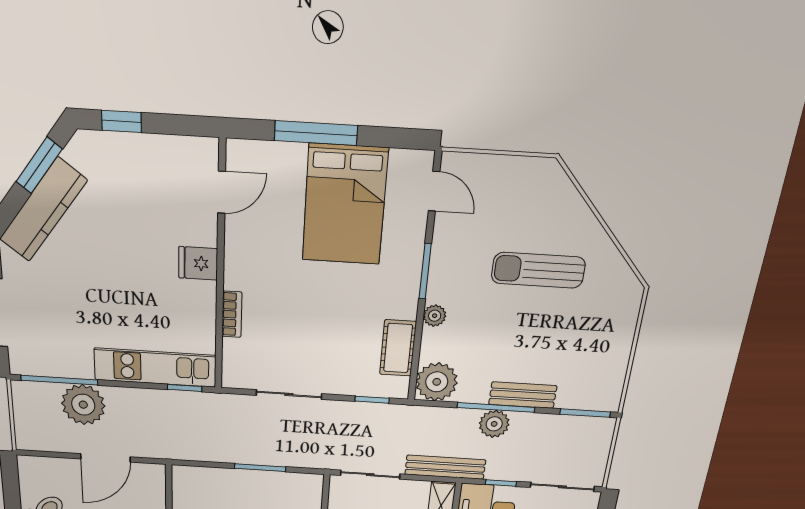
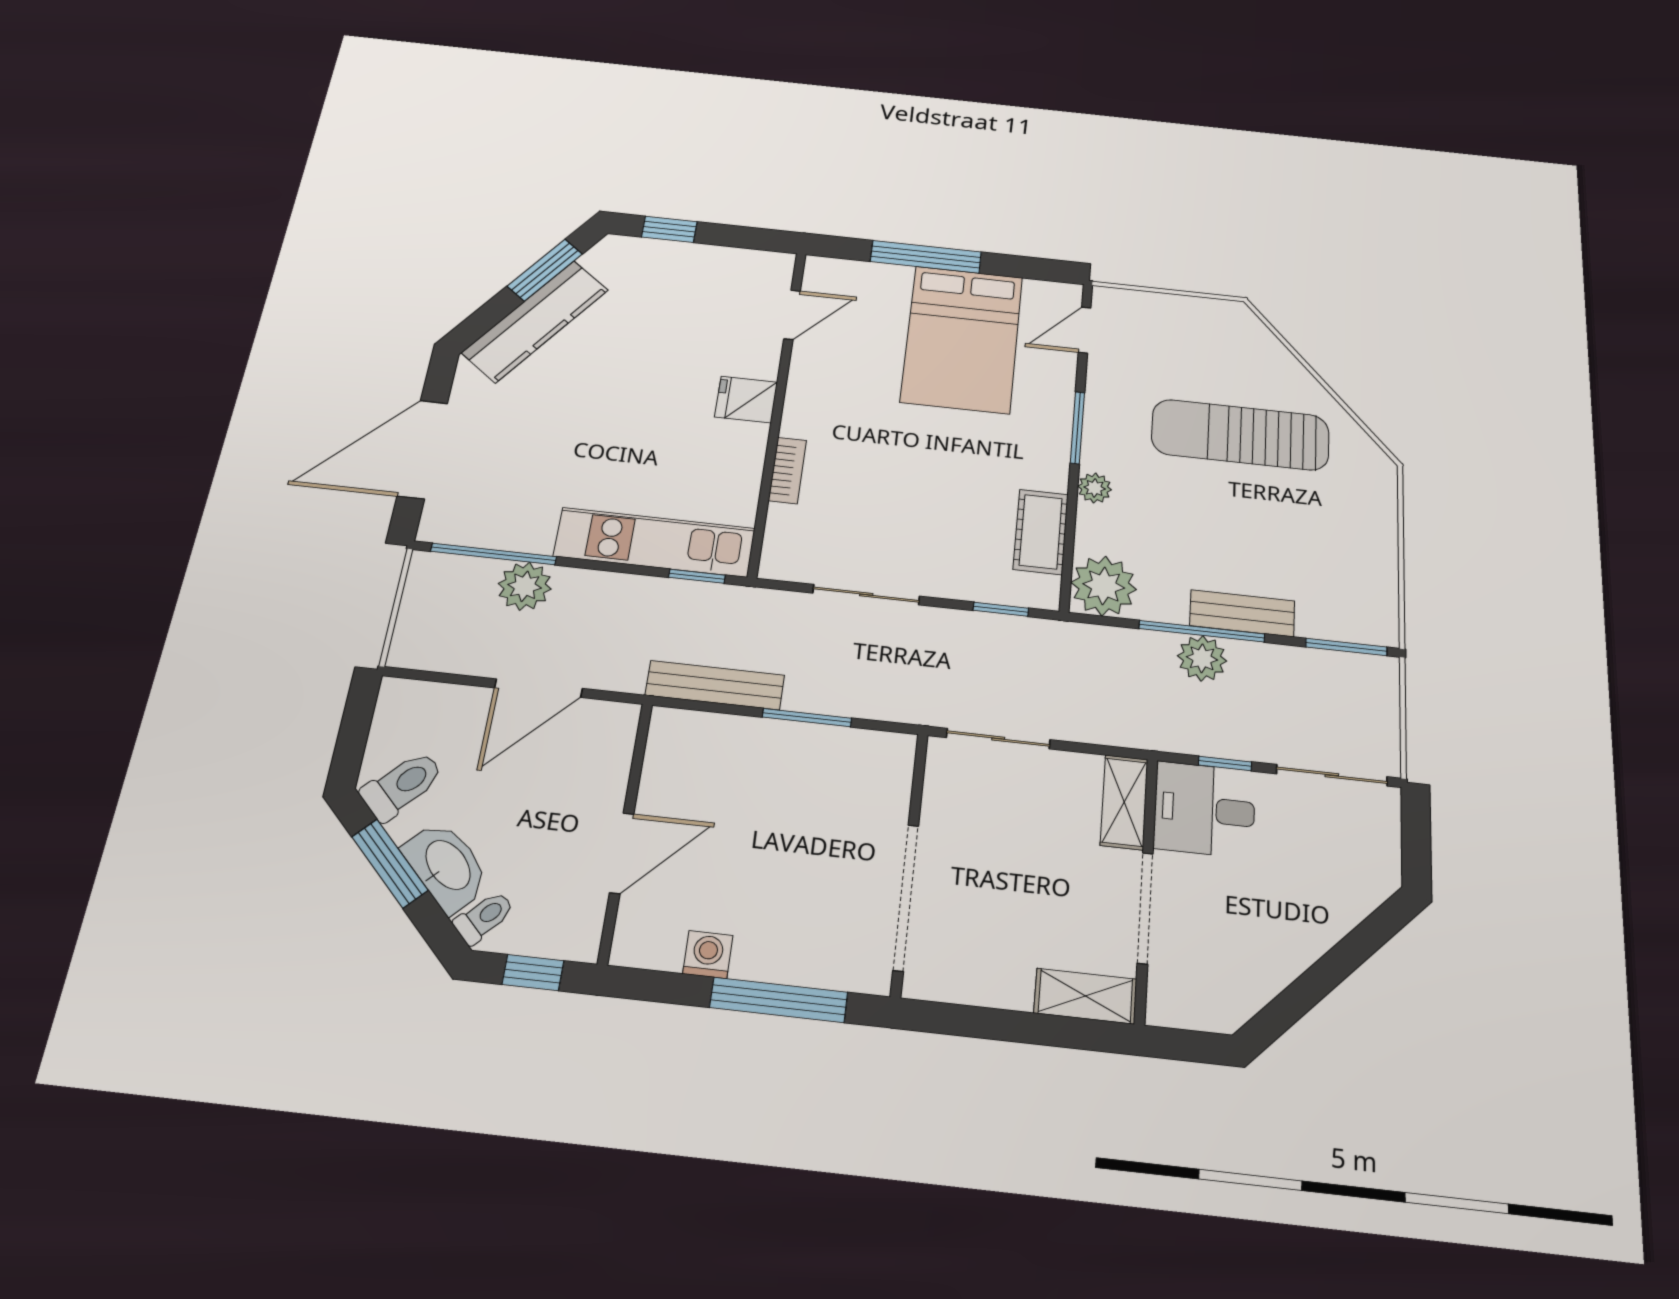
door: (434, 191) -> (1085, 330), swing flipped
sun lounger: (538, 270) -> (1240, 435), width x1.36, depth x1.34
plant: (83, 405) -> (525, 586), width x0.73, depth x0.73
bench: (445, 467) -> (715, 685), moved

